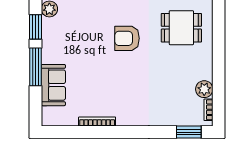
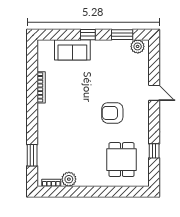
armchair: (127, 38) -> (112, 113), turned -90
window: (35, 67) -> (88, 35), width x0.46
window: (189, 132) -> (32, 155), moved

